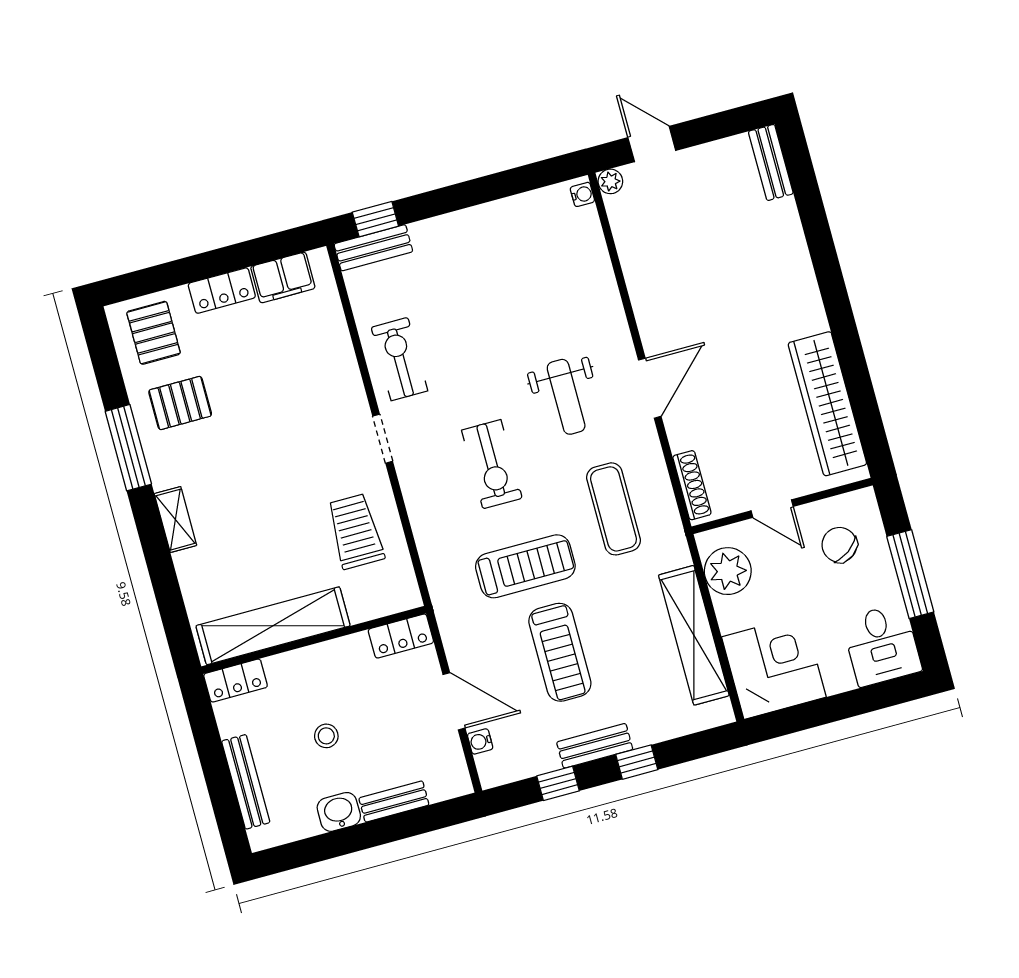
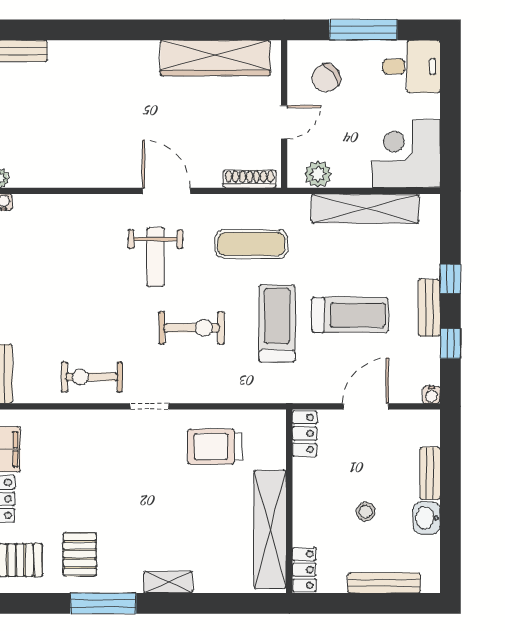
weight bench: (566, 397) -> (156, 257), turned 90
plant: (728, 571) -> (318, 174), width x0.73, depth x0.73
water cooler: (480, 741) -> (432, 395), moved

